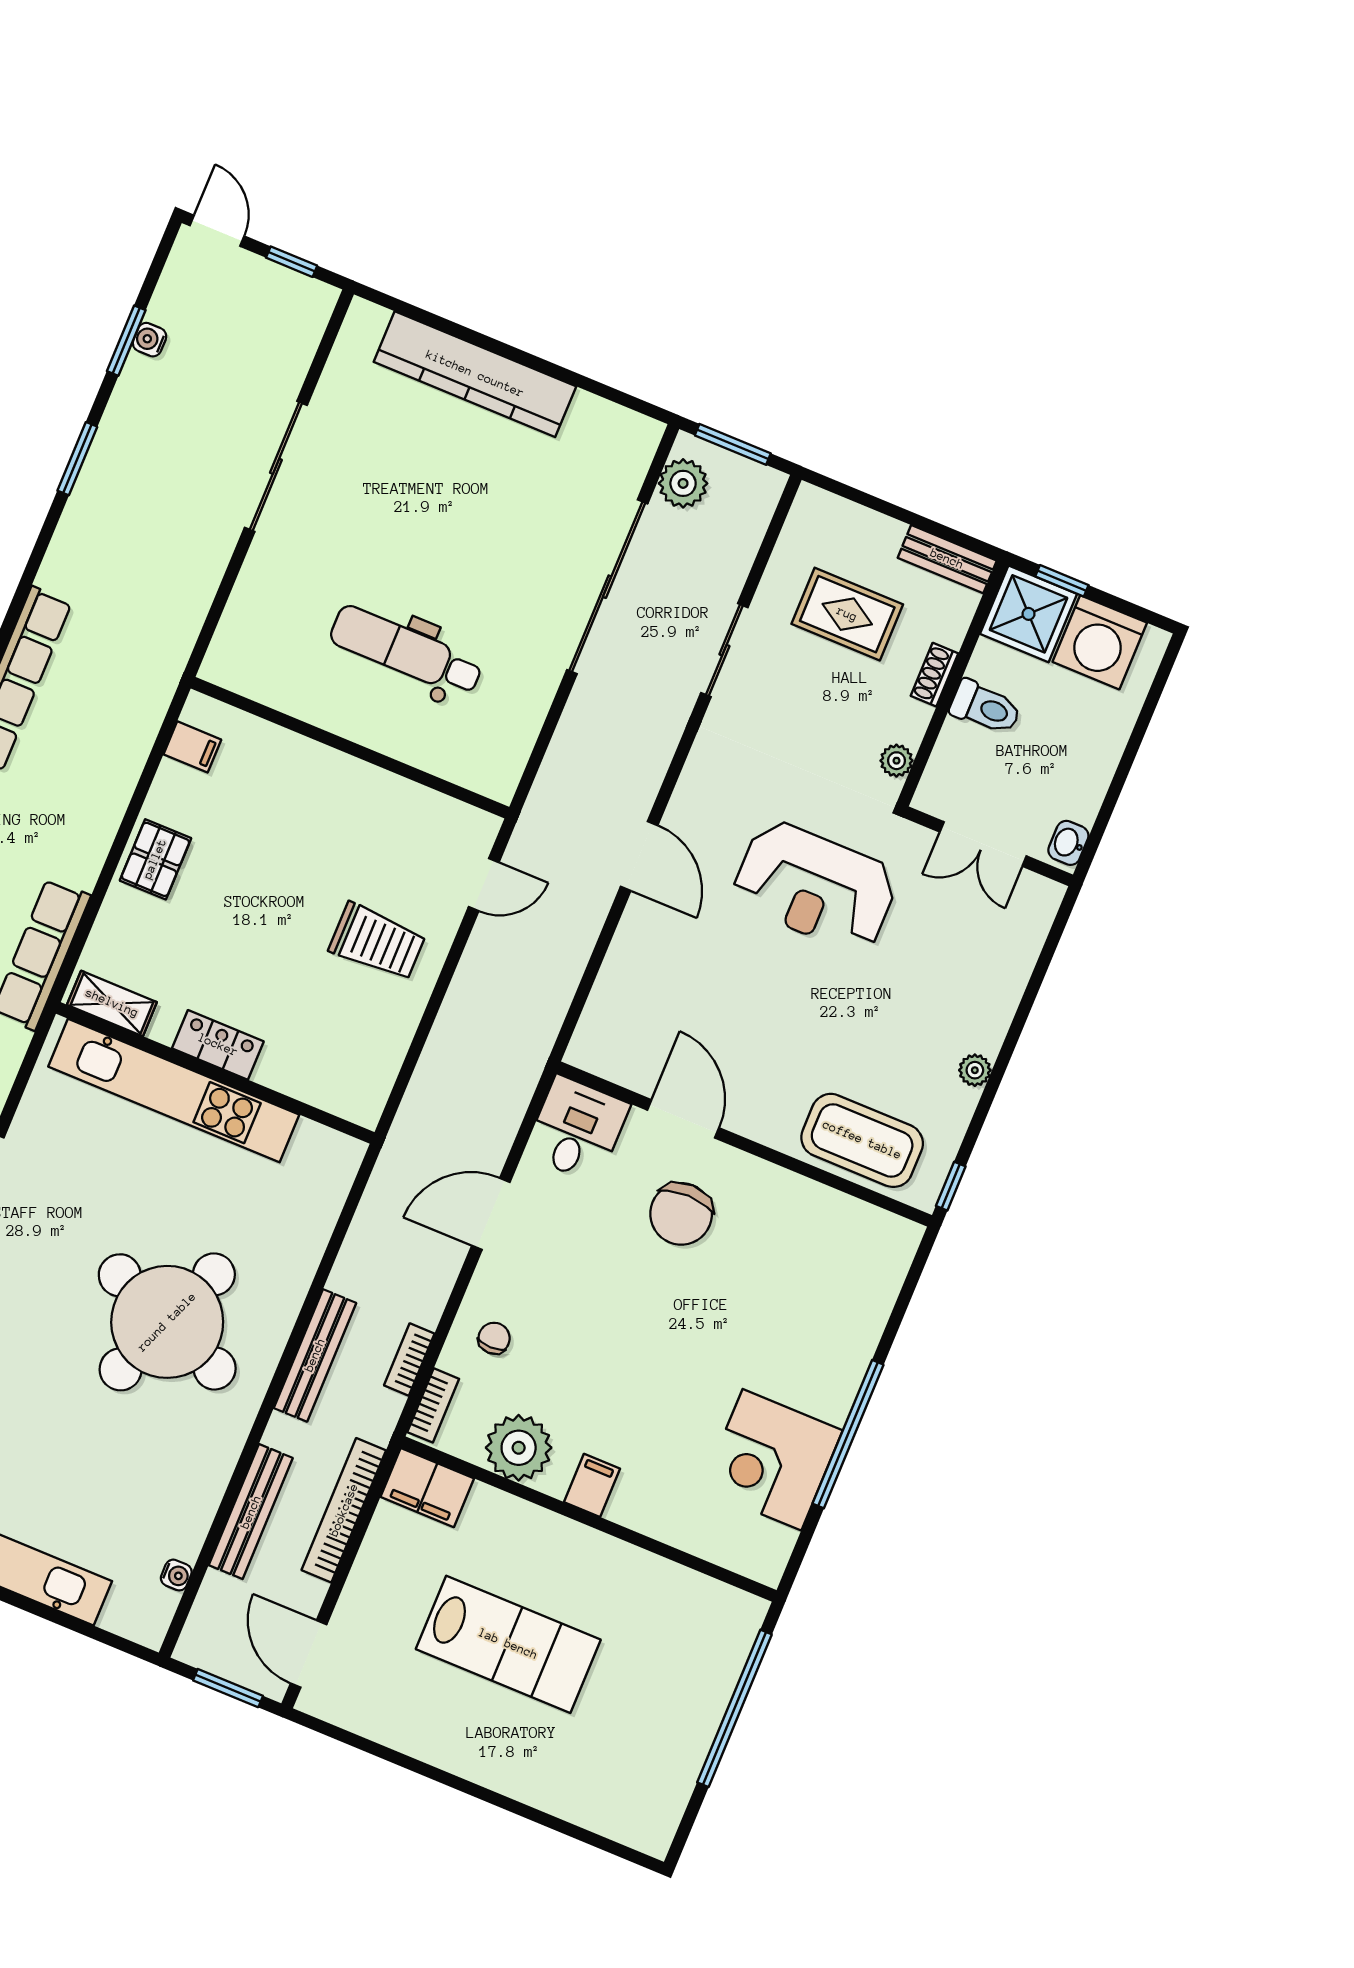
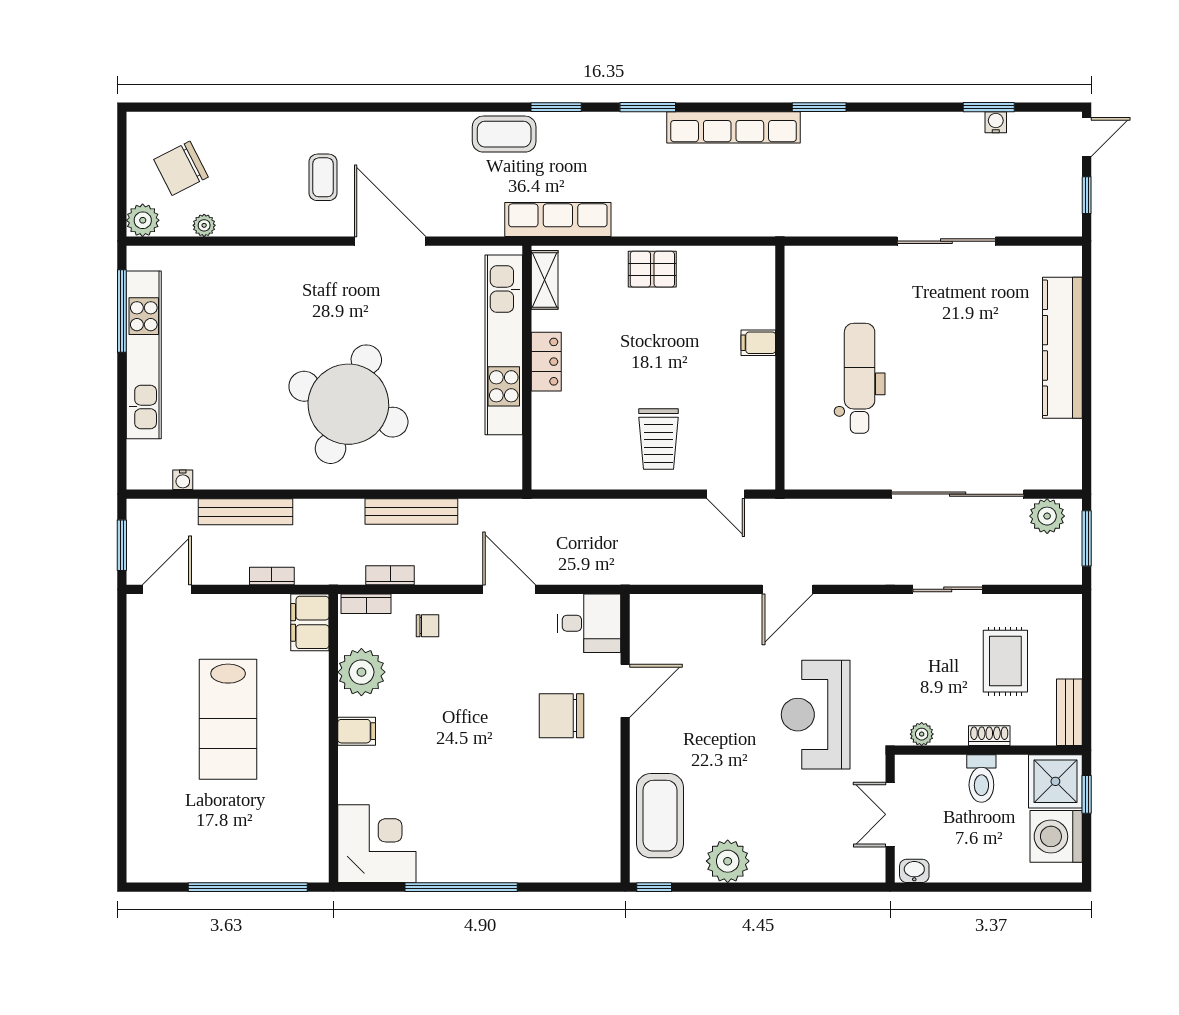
window: (77, 459) -> (819, 107), moved
filing cabinet: (192, 747) -> (758, 343), moved, turned 90
plant: (975, 1070) -> (728, 861), width x1.88, depth x1.88
bench: (315, 1355) -> (411, 512), moved
corner desk: (772, 1460) -> (377, 844), moved, turned 90
bookcase: (344, 1510) -> (272, 576), width x0.43, depth x0.76

